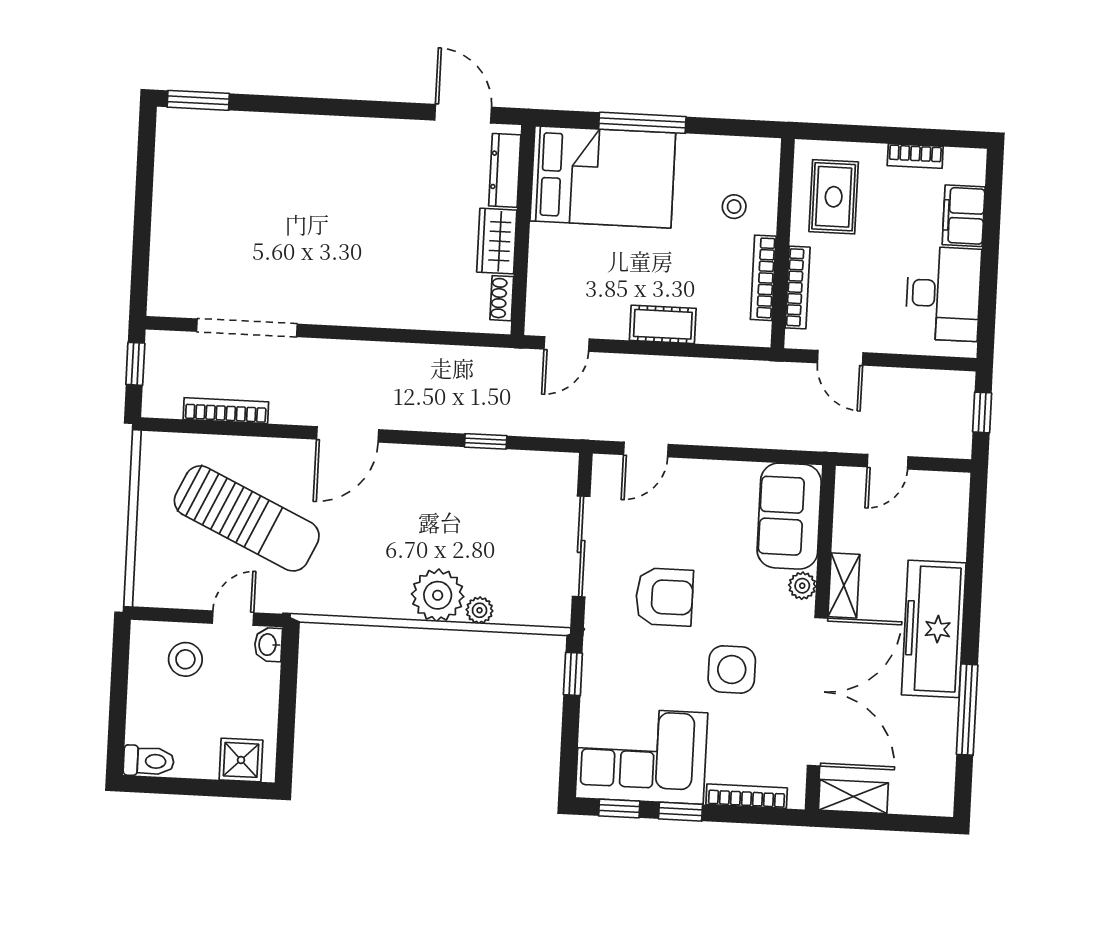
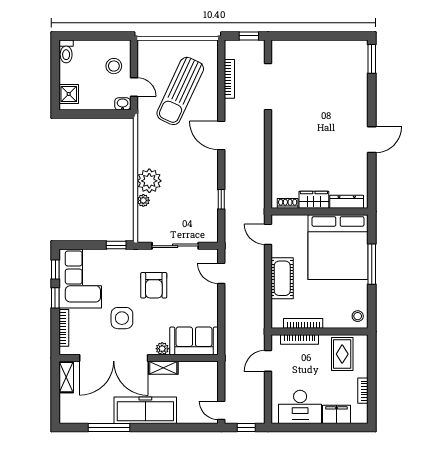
door: (463, 114) -> (372, 140), moved
bed: (603, 177) -> (338, 247), width x1.36
rug: (834, 197) -> (342, 354), turned 90
stool: (734, 207) -> (358, 316), moved
cot: (663, 324) -> (282, 278), width x1.37, depth x1.34
door: (888, 462) -> (221, 410), moved

